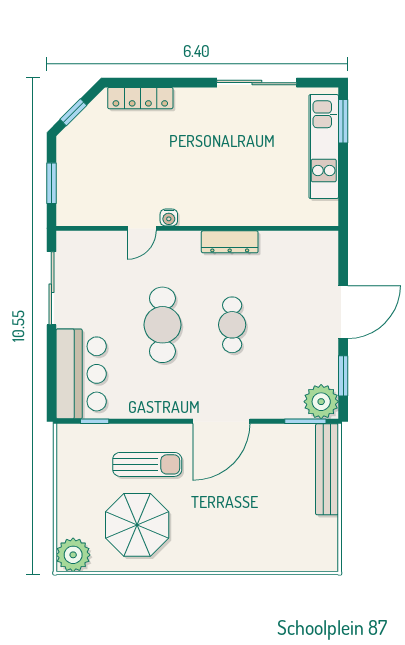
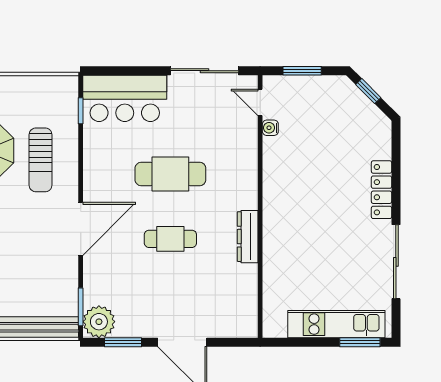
locker: (140, 98) -> (381, 190), moved
water cooler: (169, 217) -> (270, 128), moved
door: (142, 228) -> (260, 102), moved
door: (221, 421) -> (81, 229), swing flipped

